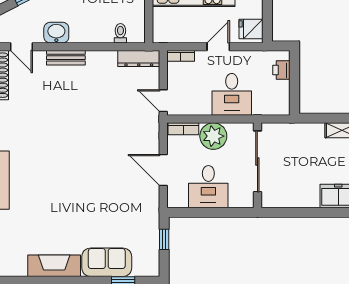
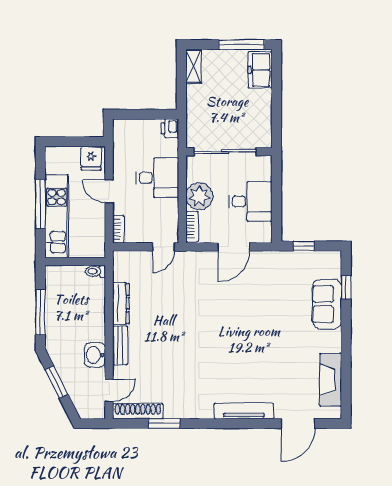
toilet: (120, 33) -> (95, 271), moved
dresser: (139, 59) -> (121, 303), moved
printer: (281, 70) -> (170, 128), moved, turned 90
fireplace: (54, 266) -> (331, 380), moved

